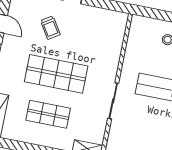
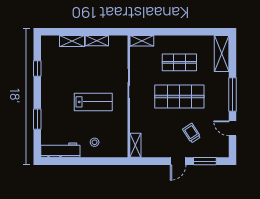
shelving: (120, 26) -> (135, 145), added

